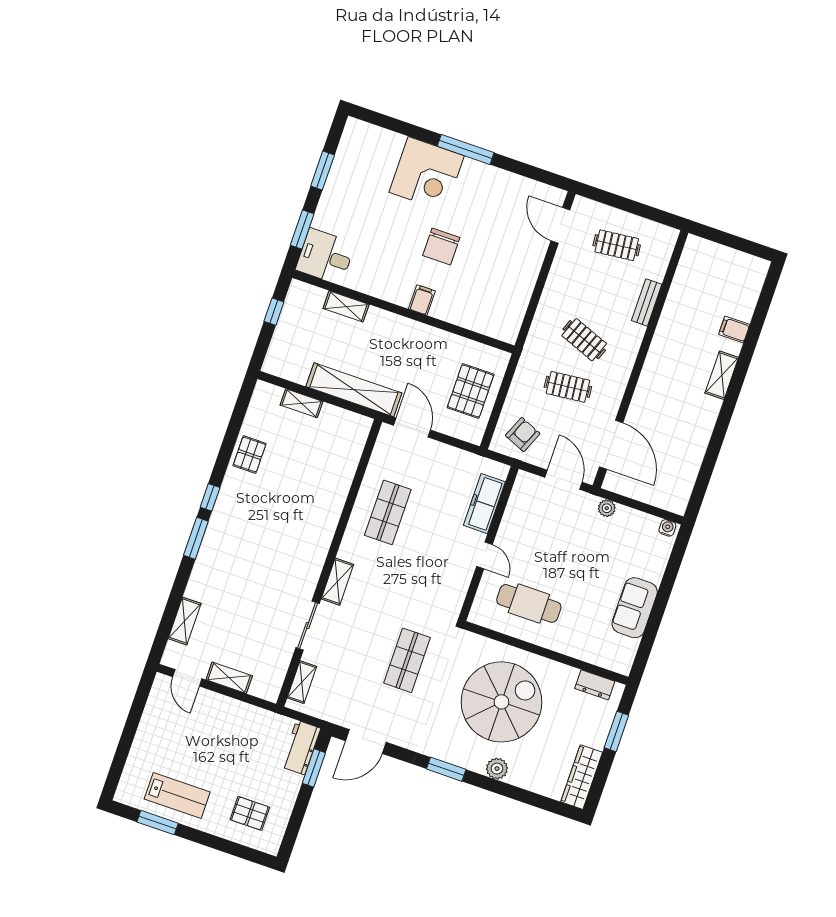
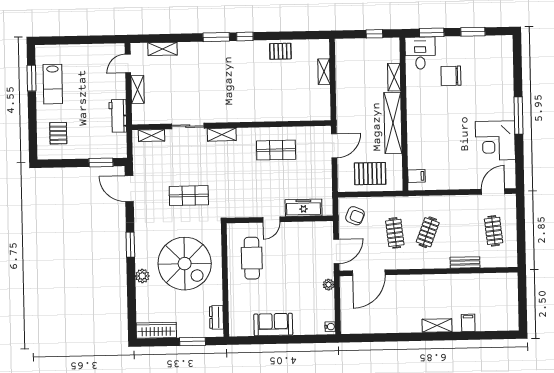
corner desk: (427, 174) -> (495, 141), moved
chair: (441, 247) -> (451, 76), moved
filing cabinet: (422, 300) -> (416, 176), moved
shelving: (354, 390) -> (393, 123), moved
workbench: (301, 748) -> (118, 116), moved, turned -90

